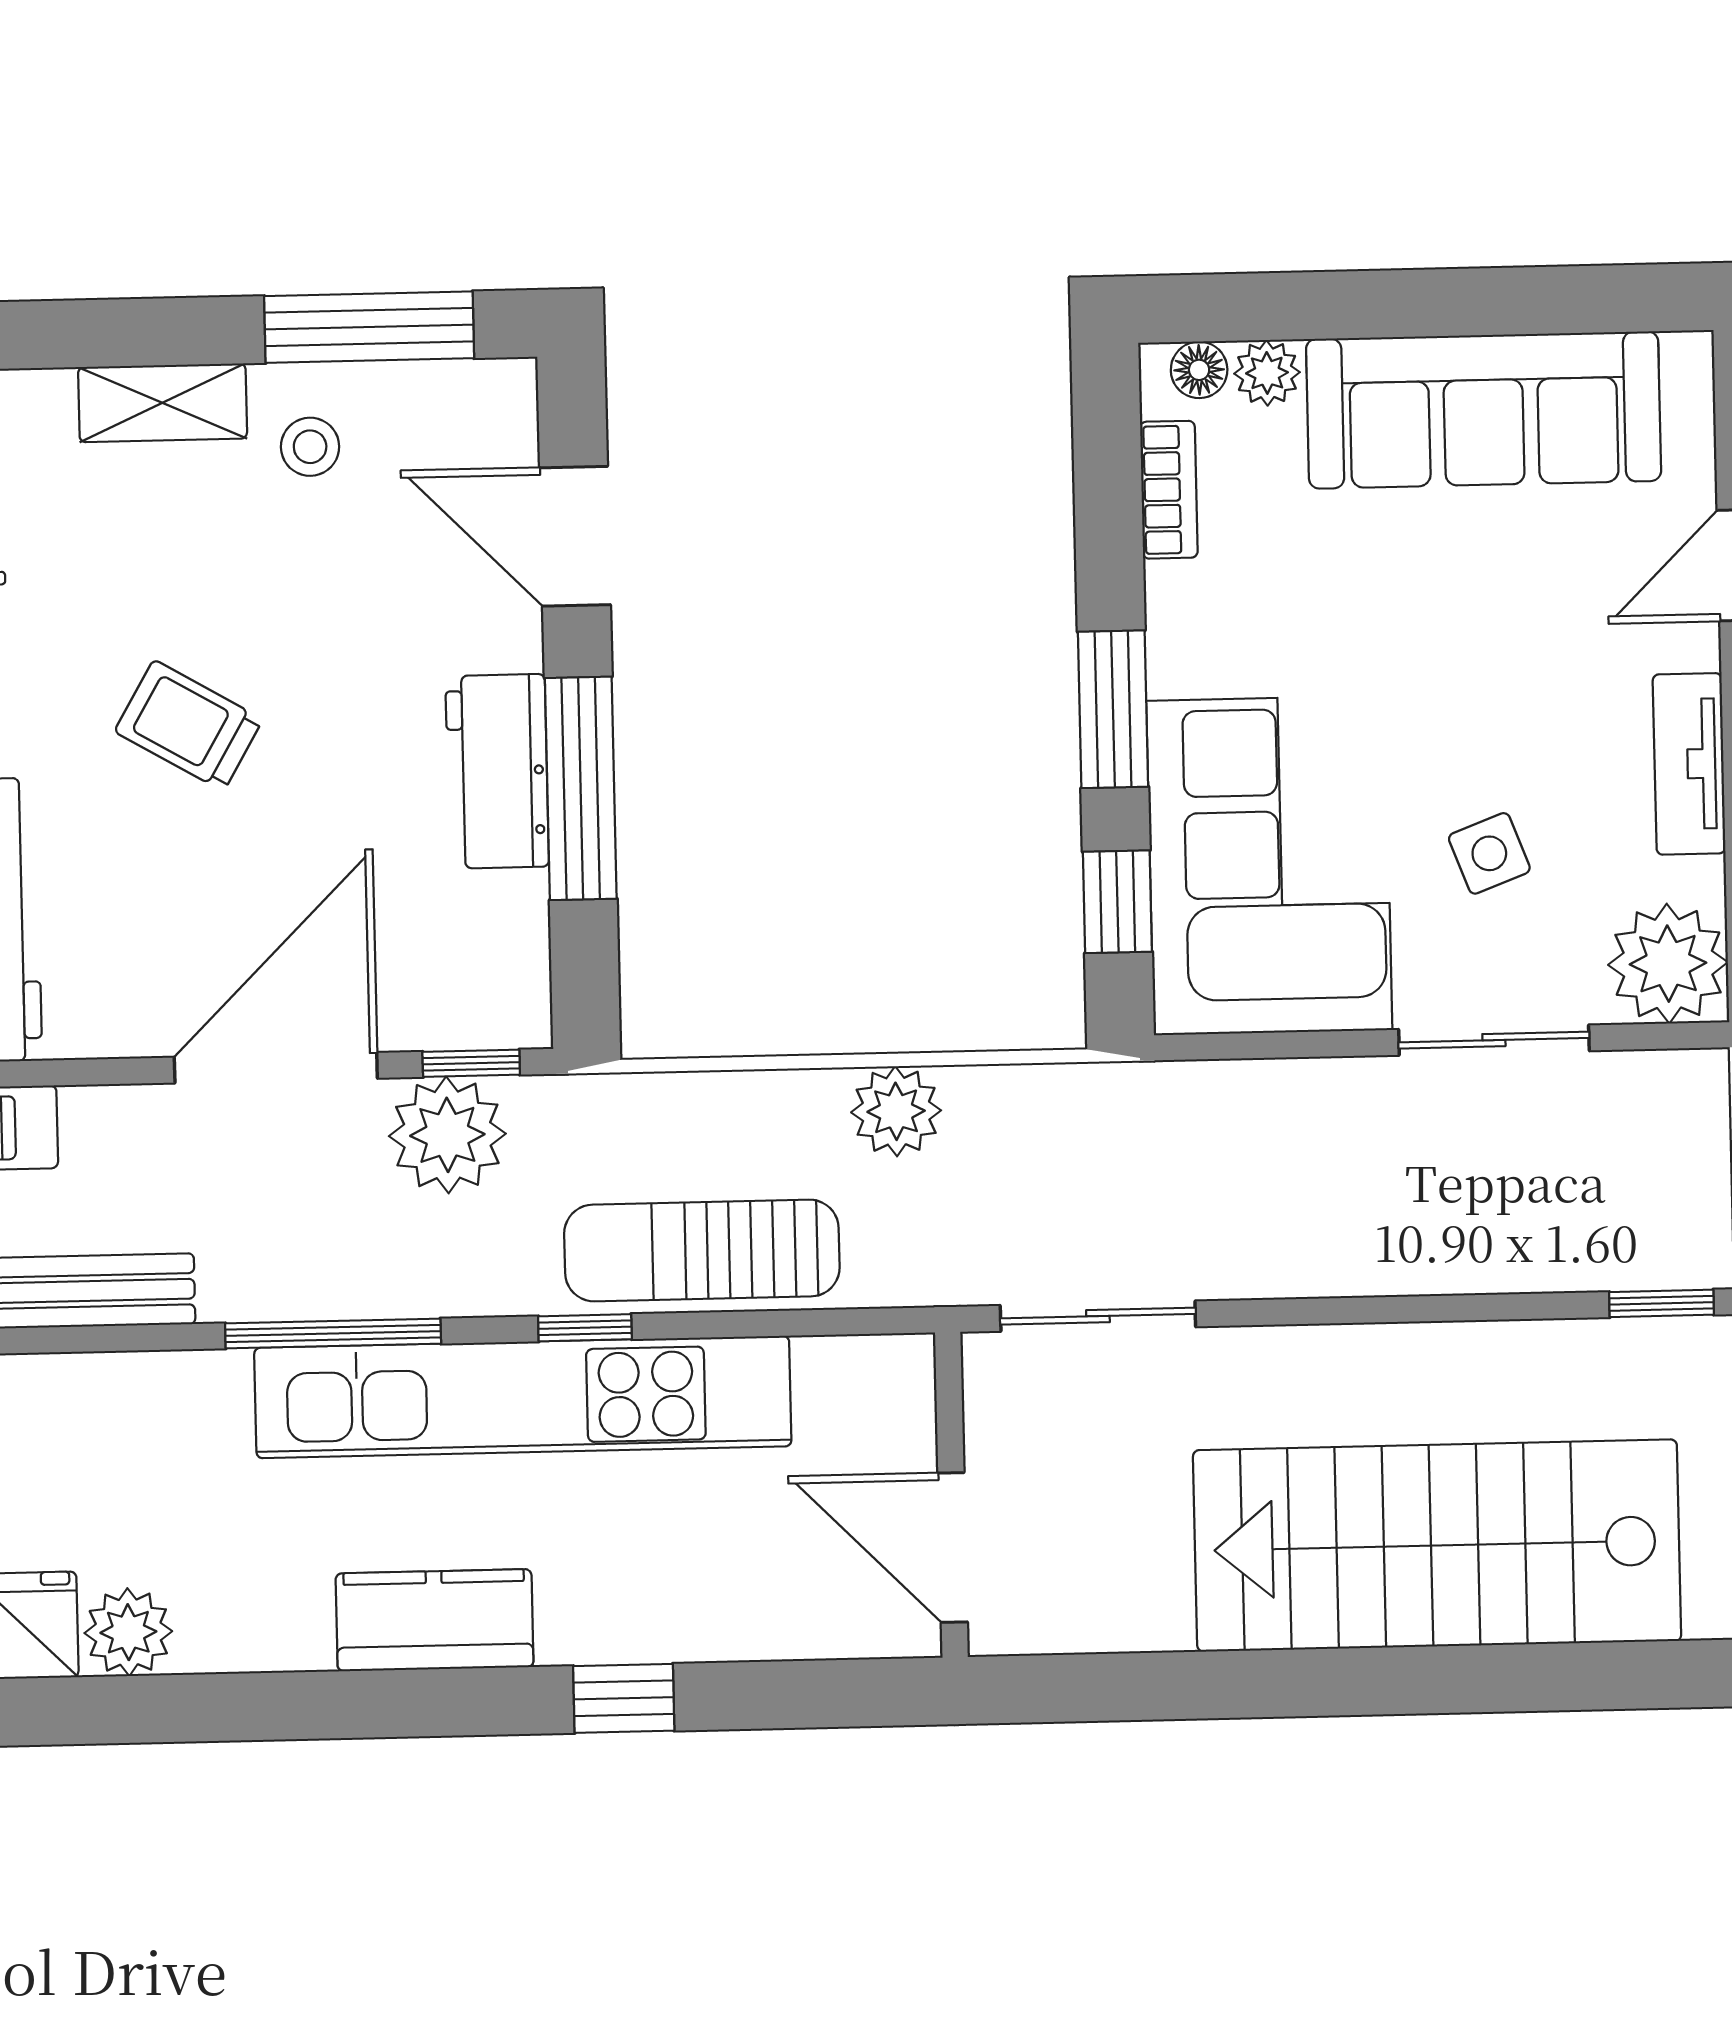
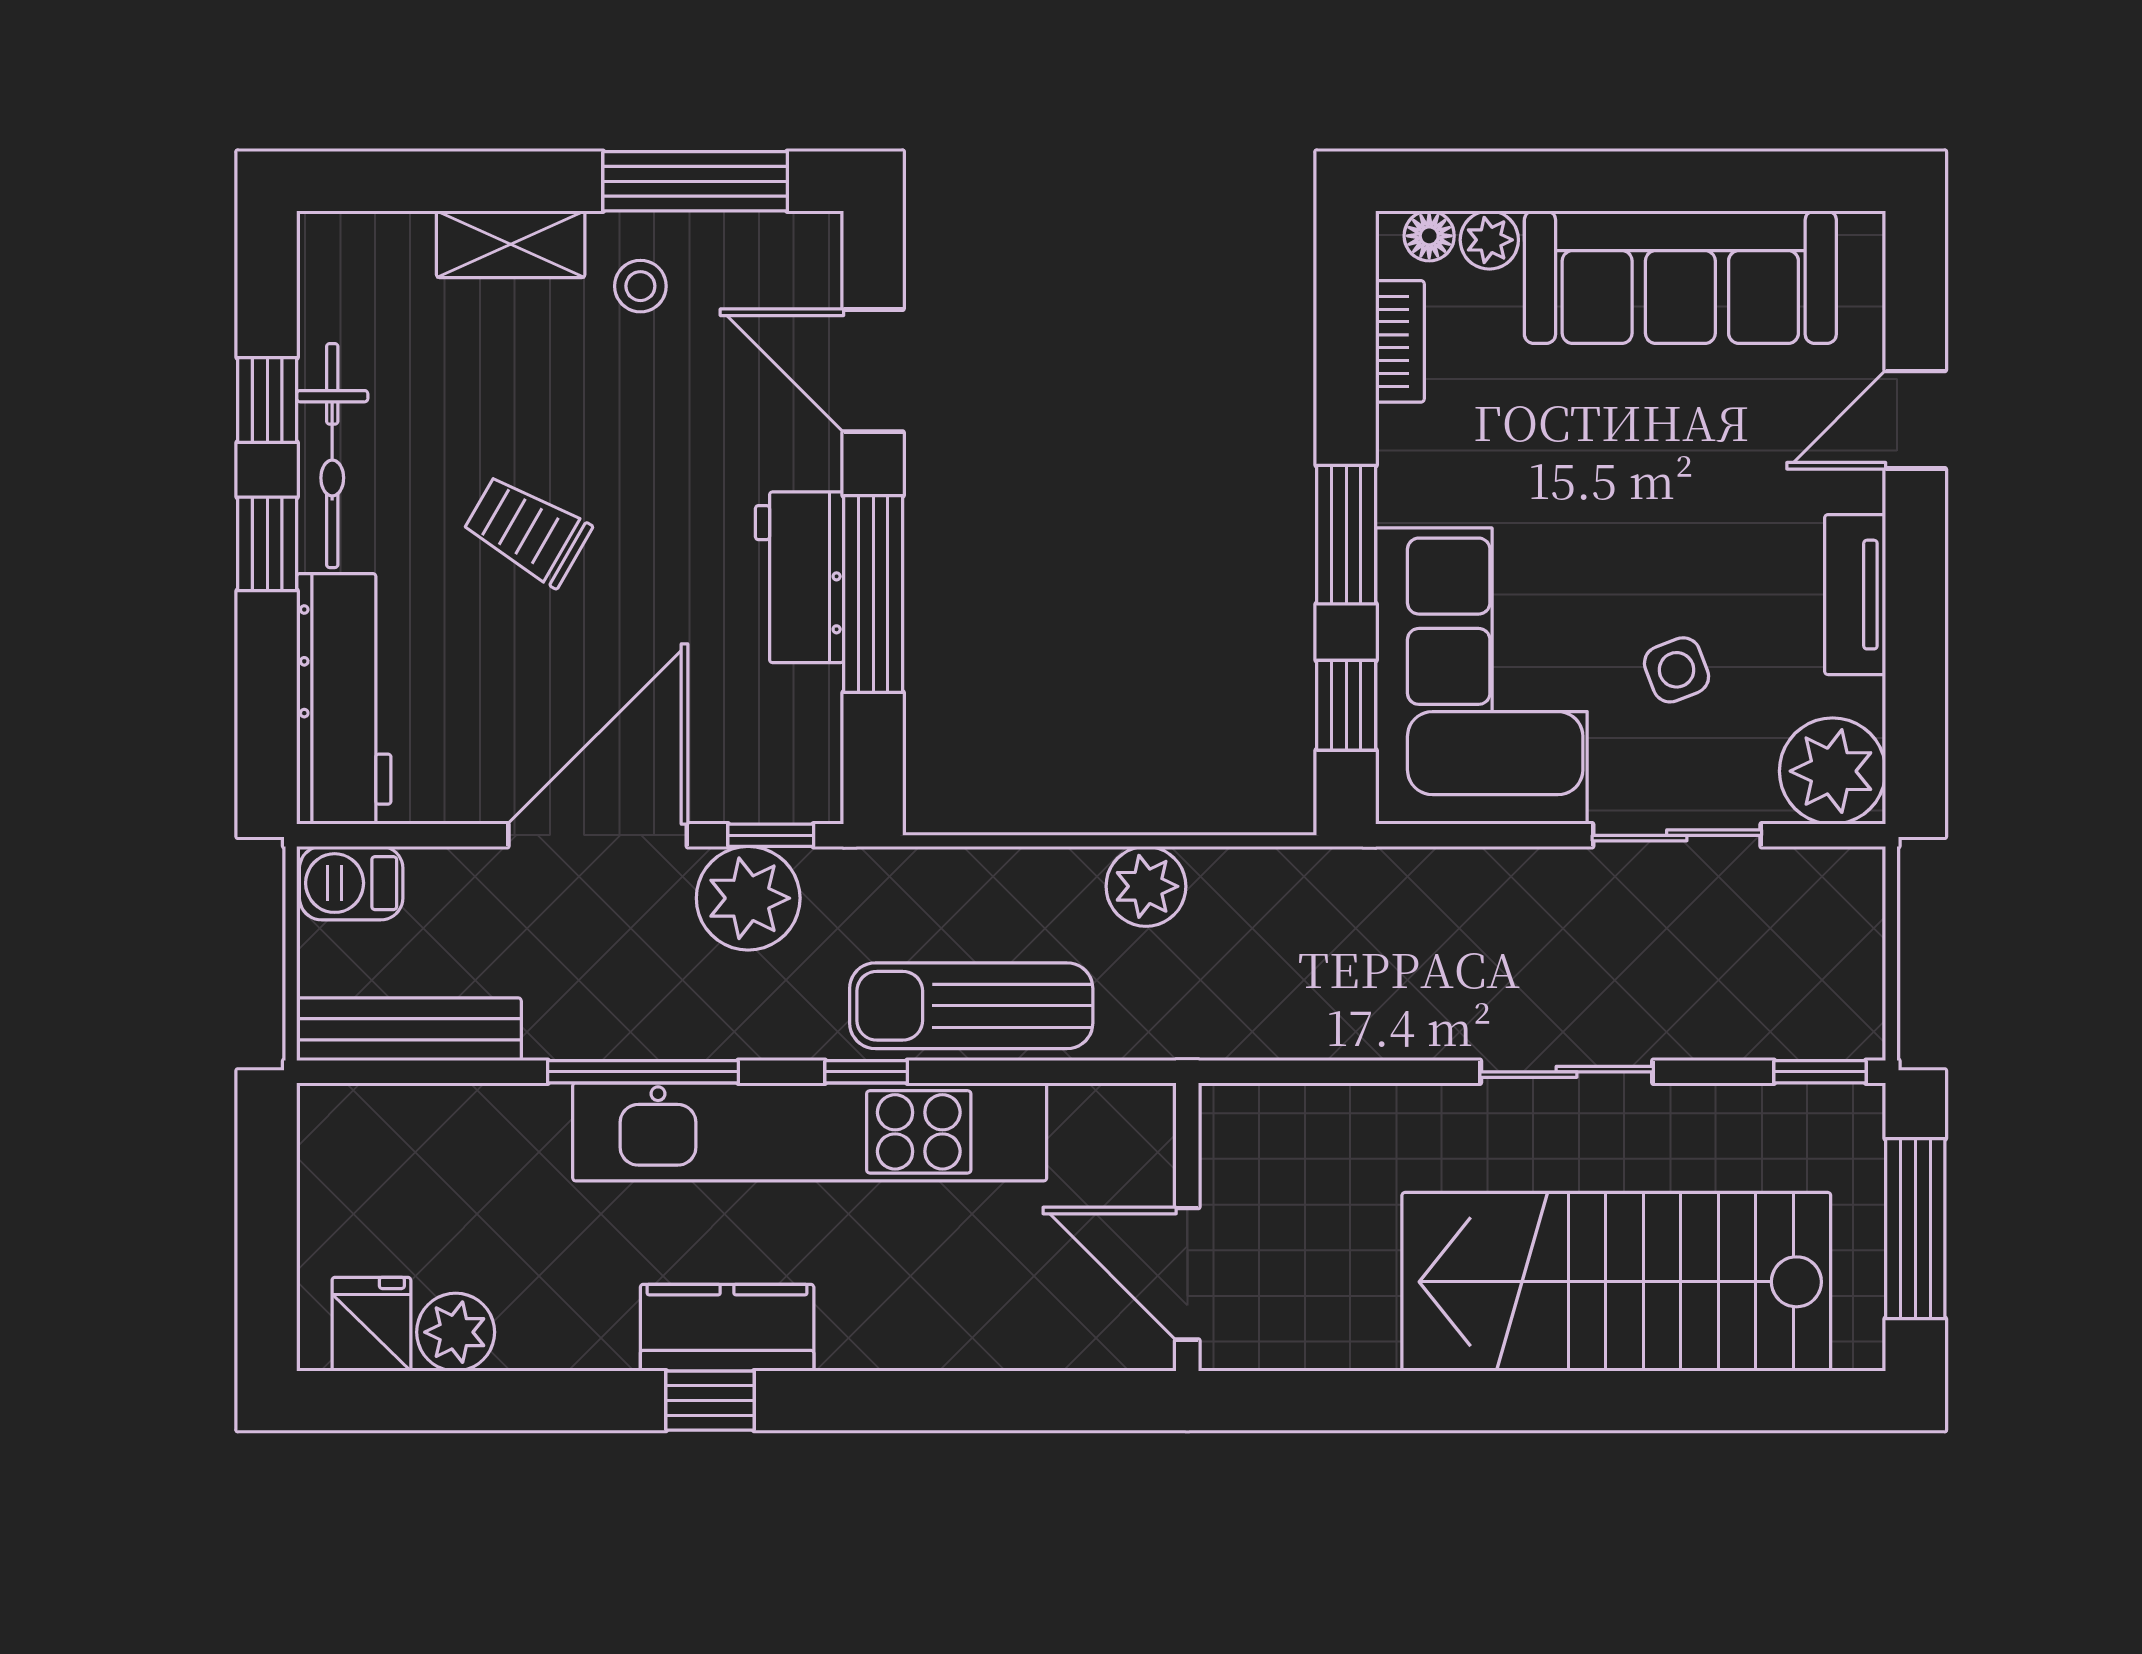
sliding door: (1098, 1316) -> (1567, 1072), moved
window: (624, 1698) -> (710, 1401), moved

